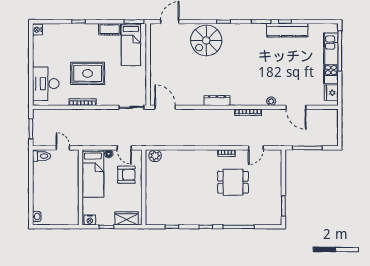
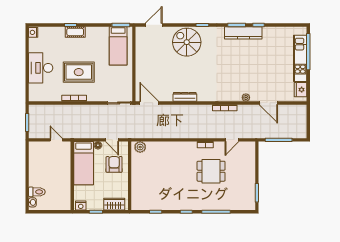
cot: (110, 29) -> (75, 32), moved
kitchen counter: (287, 30) -> (243, 33), moved
spiral stairs: (206, 40) -> (187, 42), turned 90
desk: (46, 84) -> (41, 68), moved
dresser: (217, 101) -> (185, 97), moved
toilet: (42, 156) -> (37, 192), moved
armchair: (126, 175) -> (114, 164), turned -90

